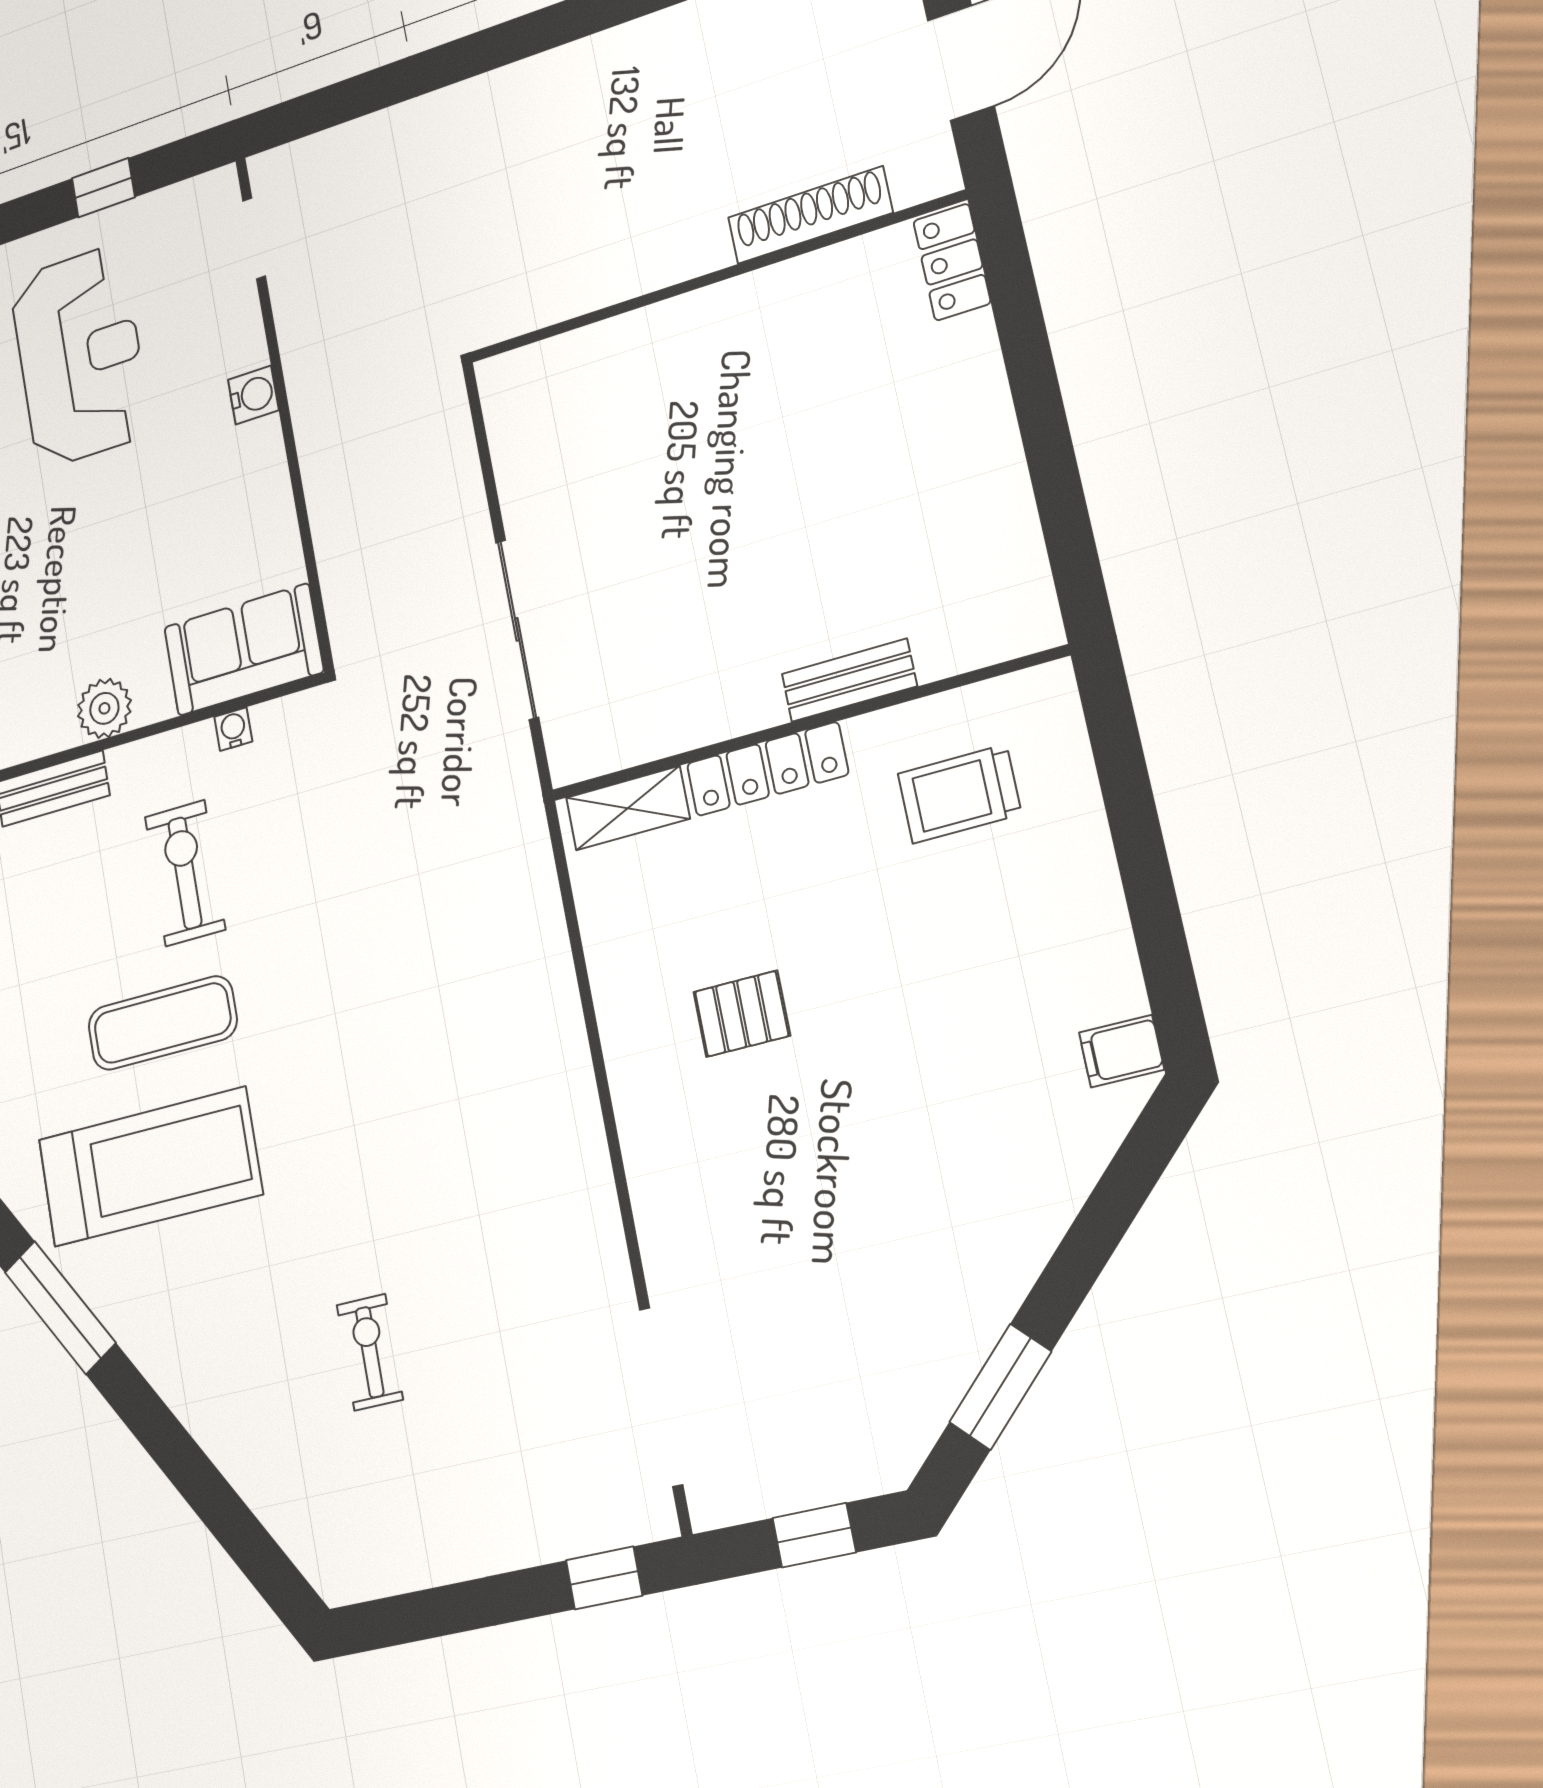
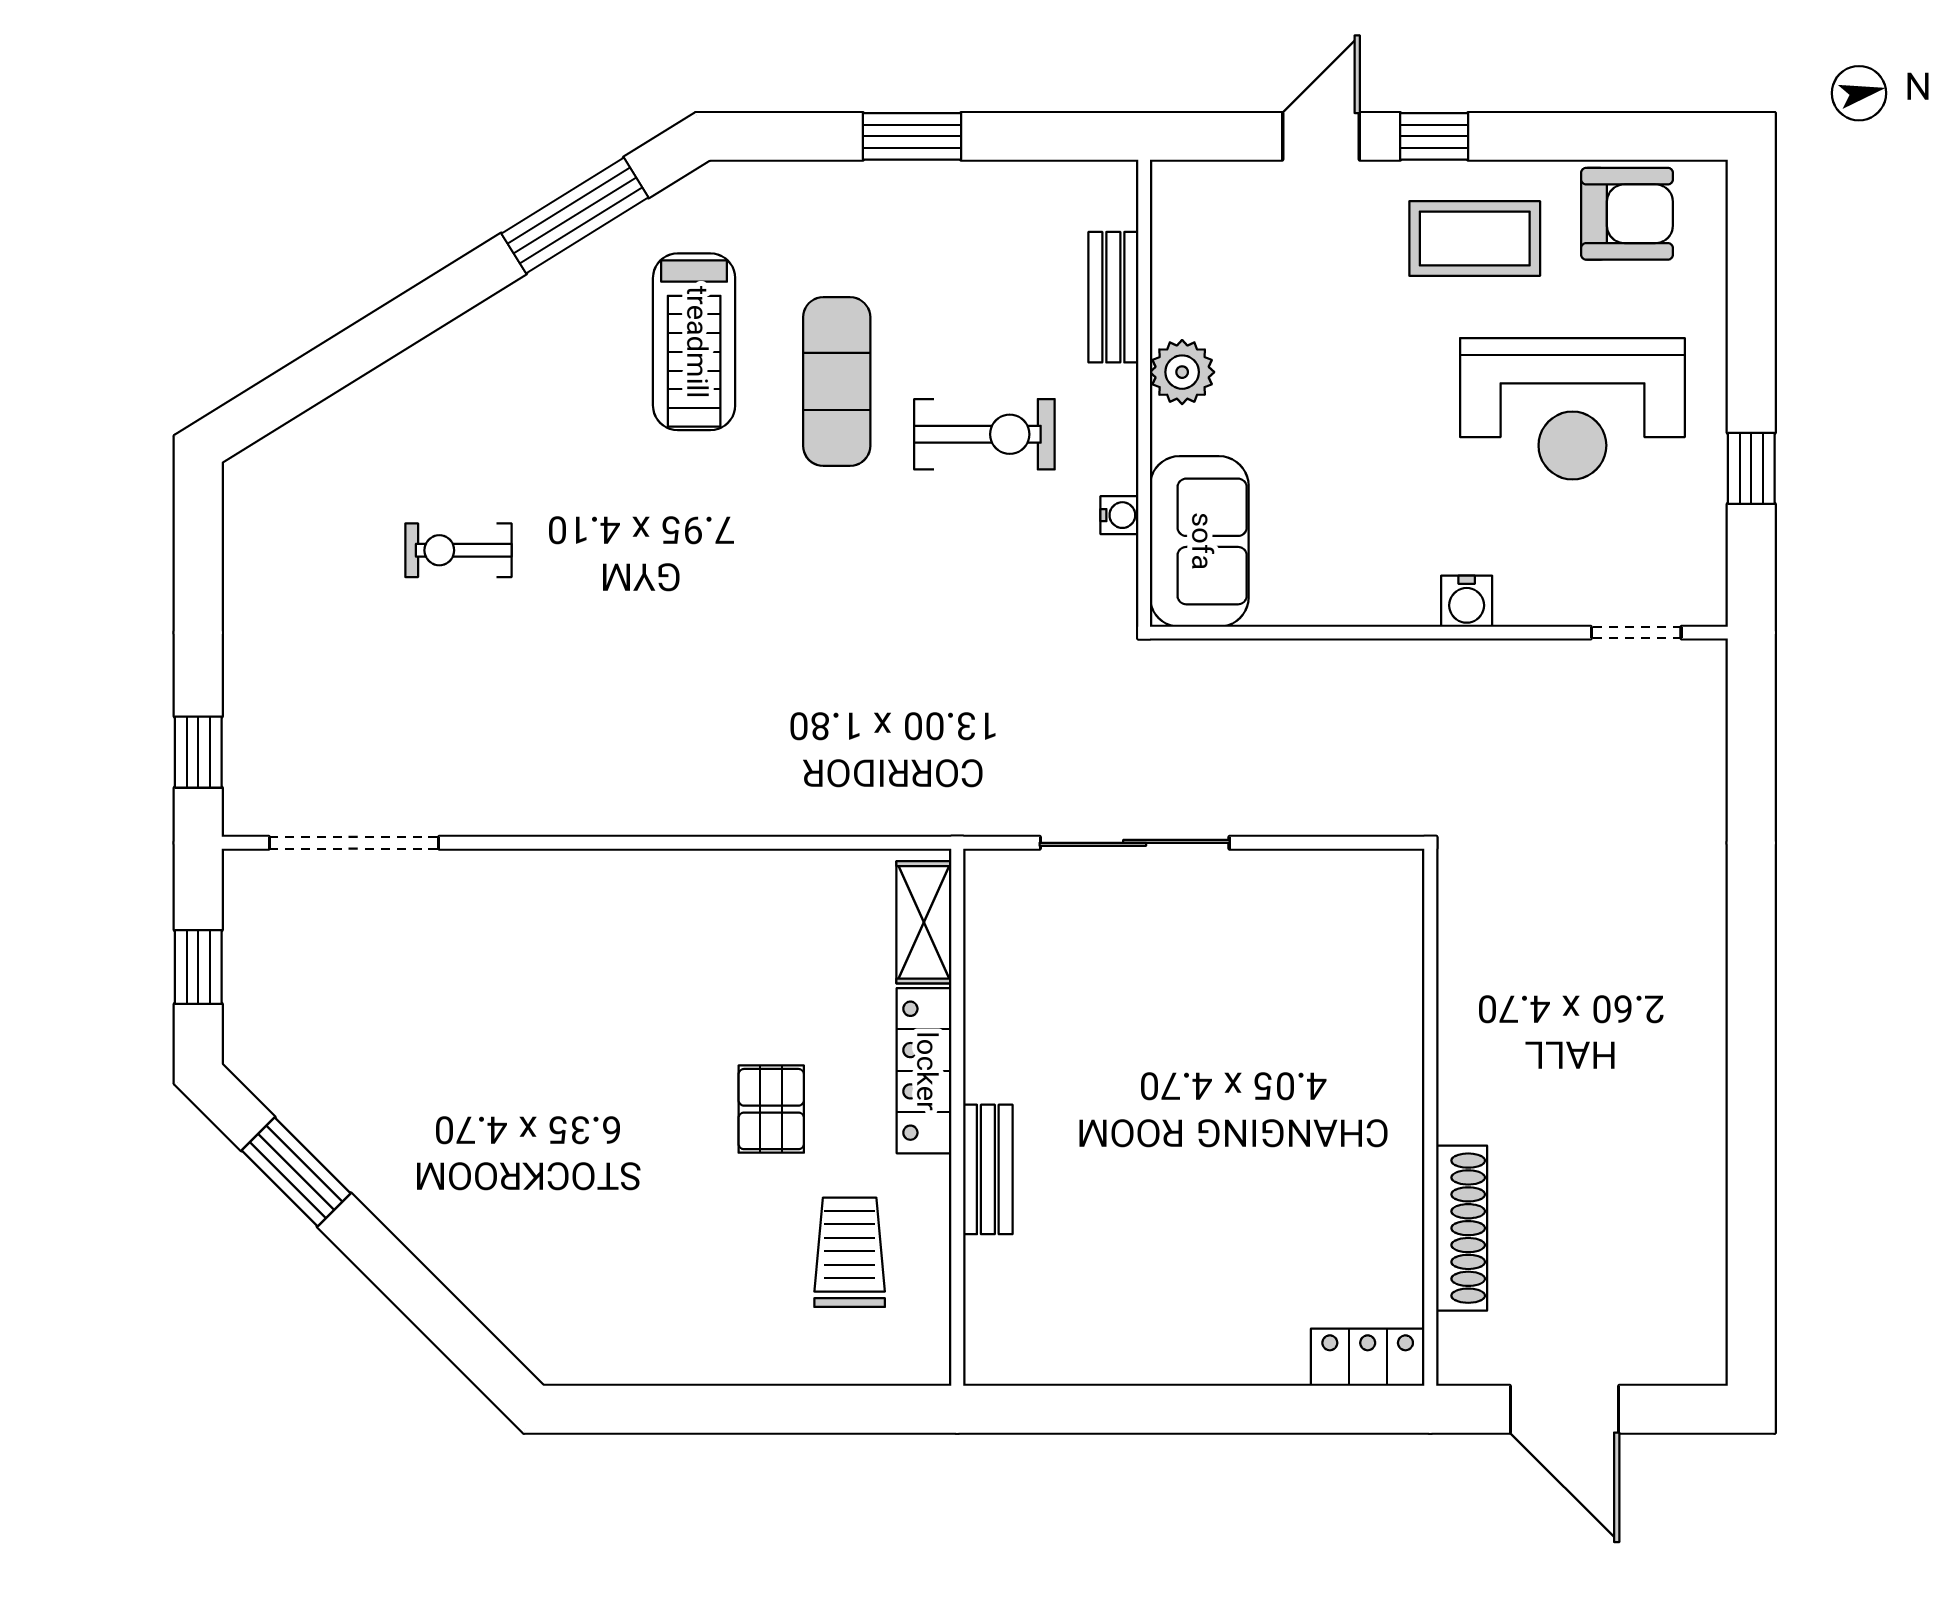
pallet: (742, 1014) -> (771, 1109), moved
filing cabinet: (1122, 1051) -> (573, 1351), removed
treadmill: (150, 1167) -> (694, 342), width x0.73, depth x0.73
exercise bike: (370, 1352) -> (458, 550), turned 180

